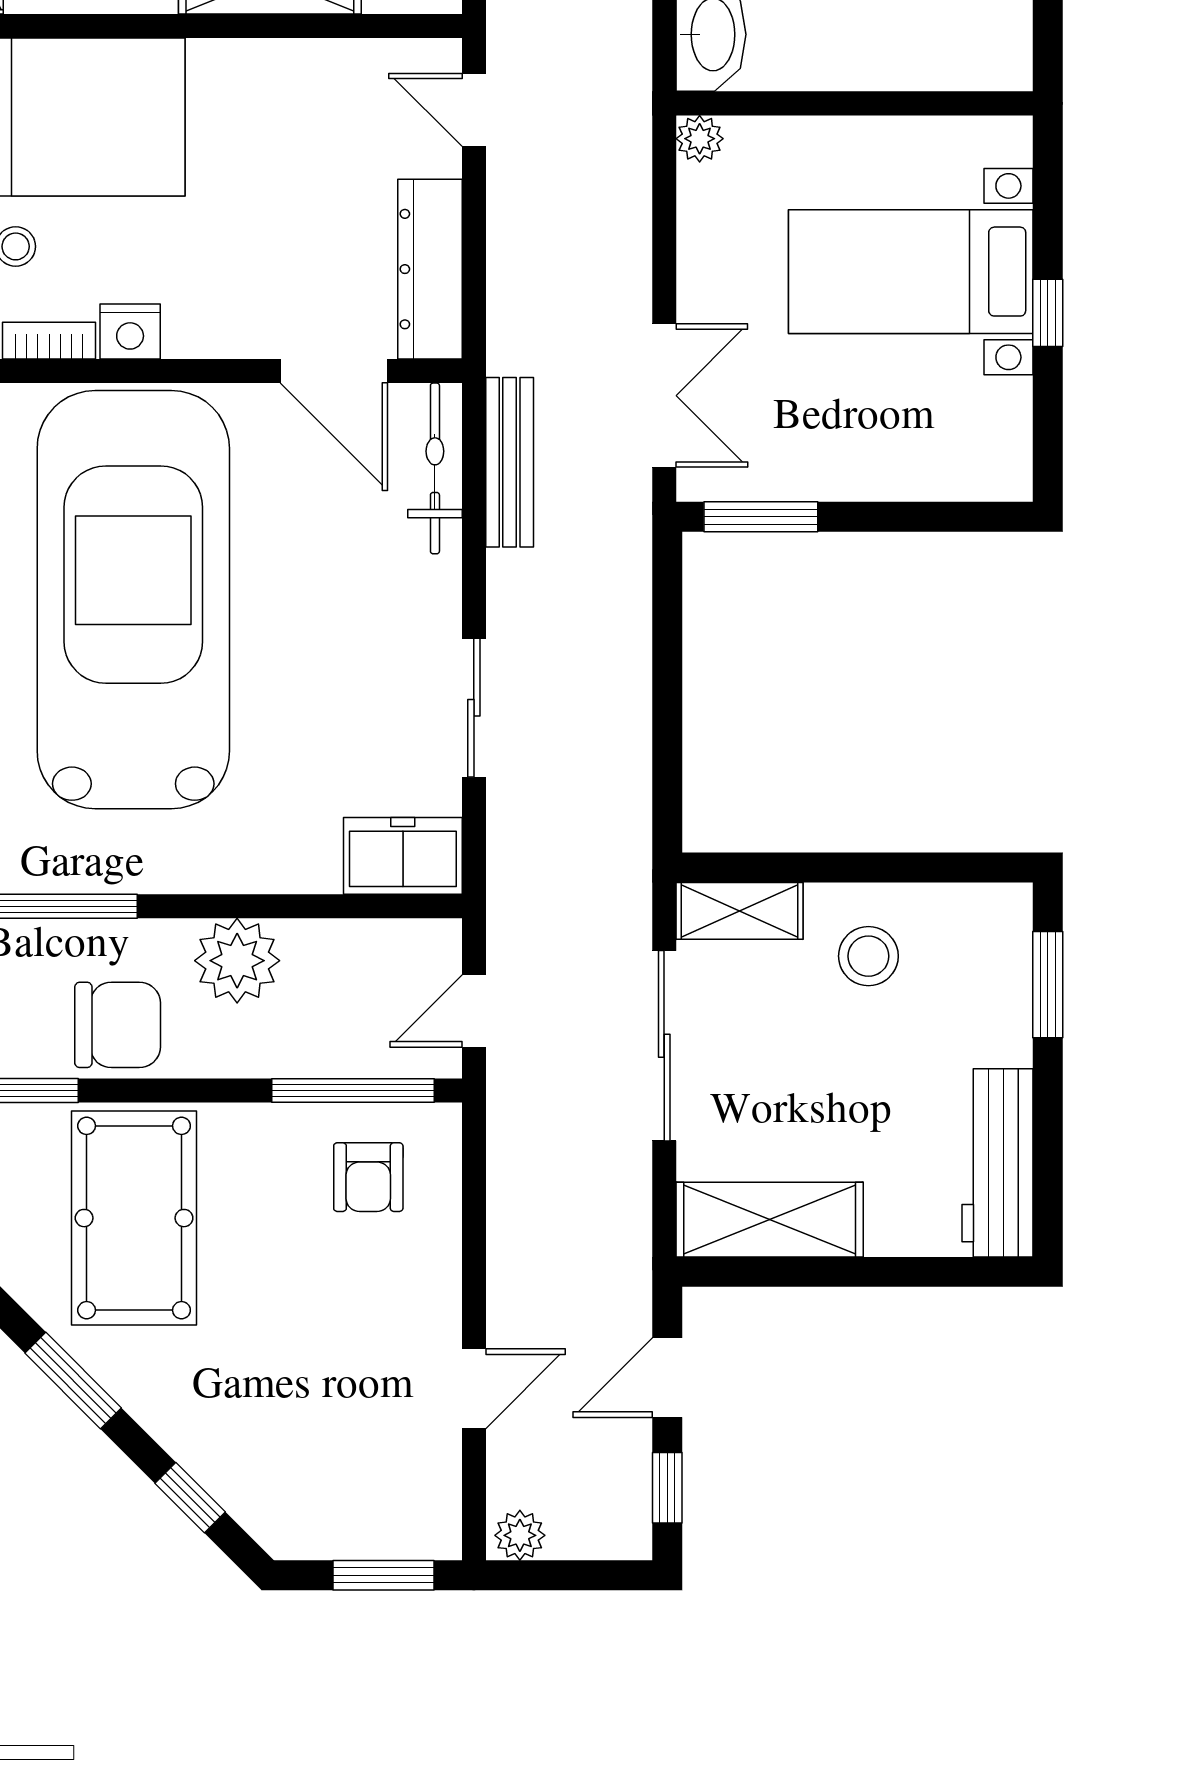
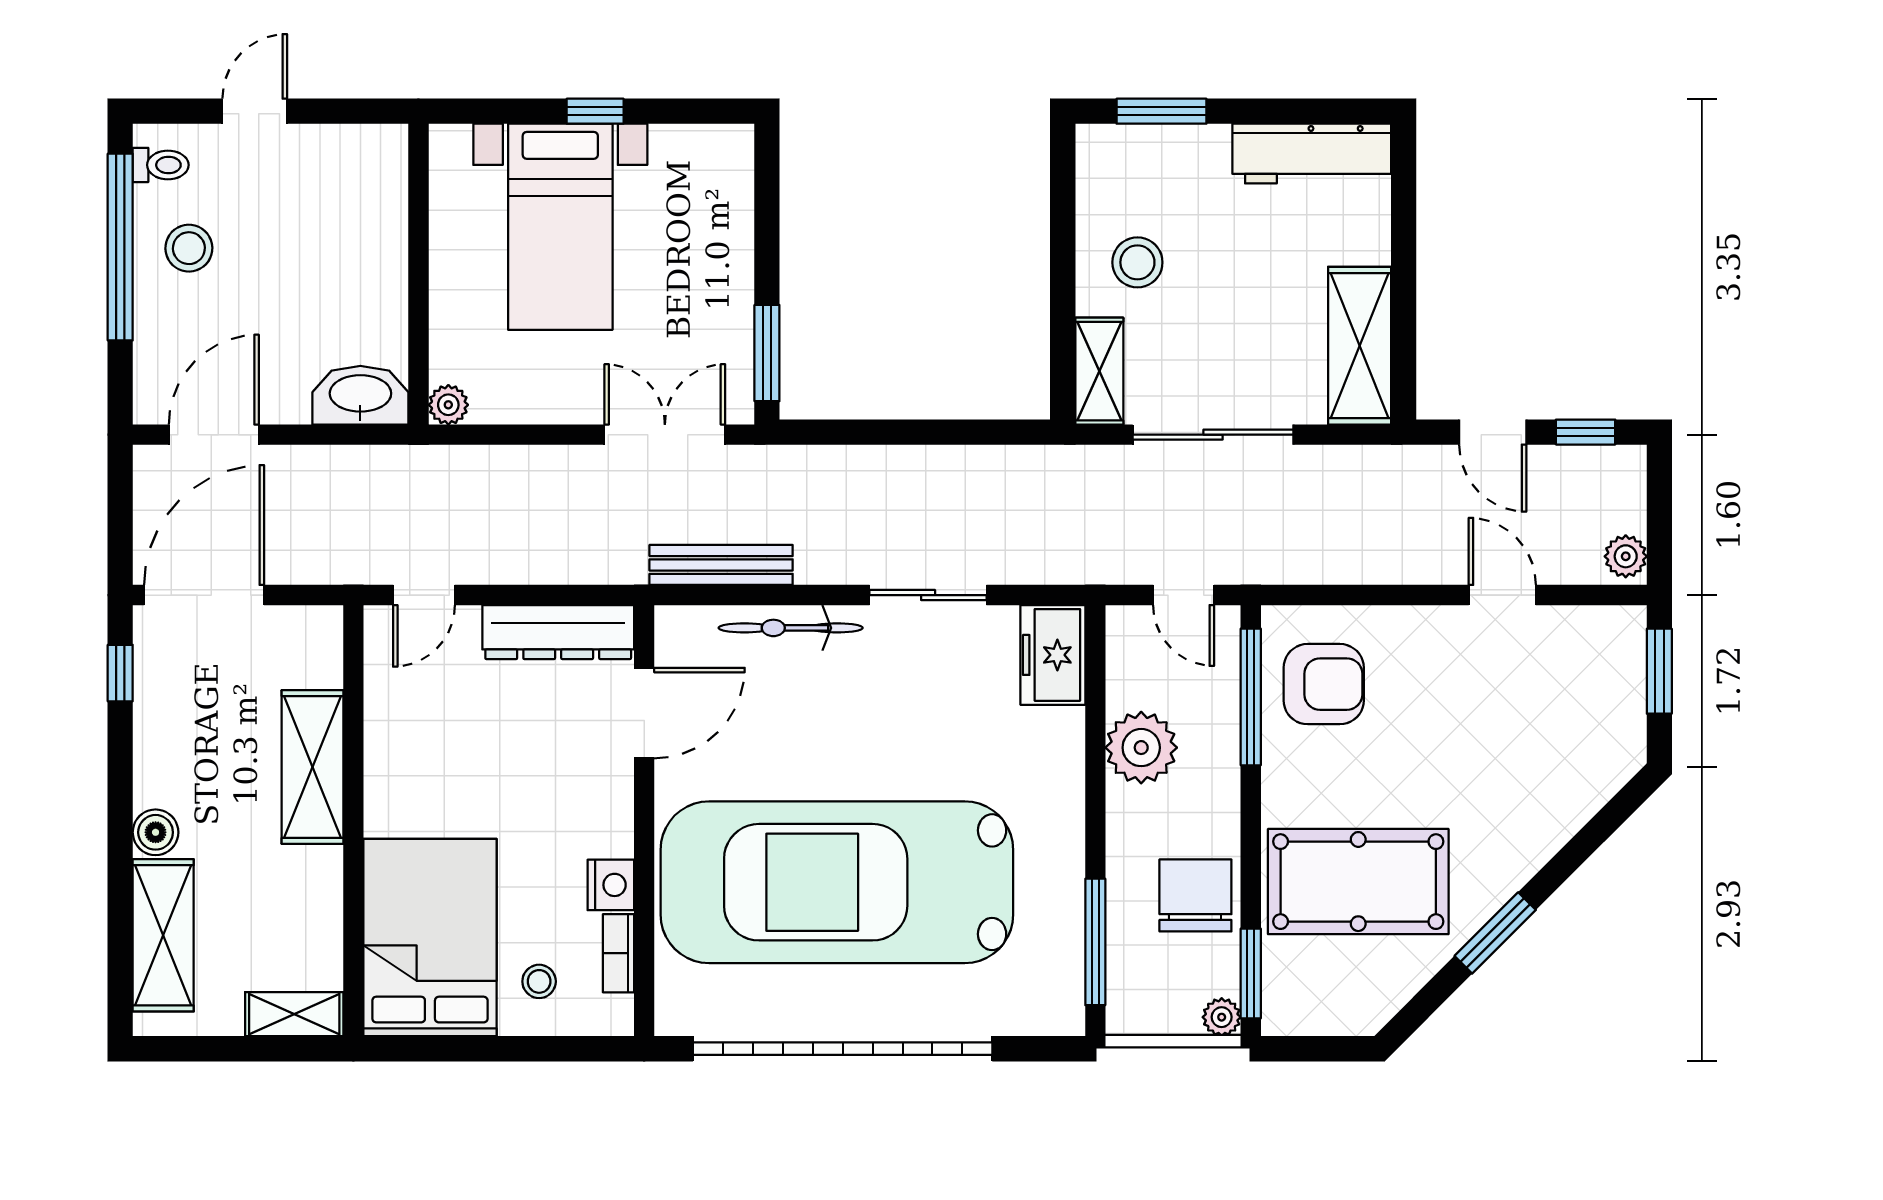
bicycle: (435, 468) -> (791, 628), moved
plant: (237, 961) -> (1141, 748), moved
armchair: (368, 1177) -> (1324, 684), width x1.38, depth x1.38
window: (190, 1498) -> (1594, 834), removed

